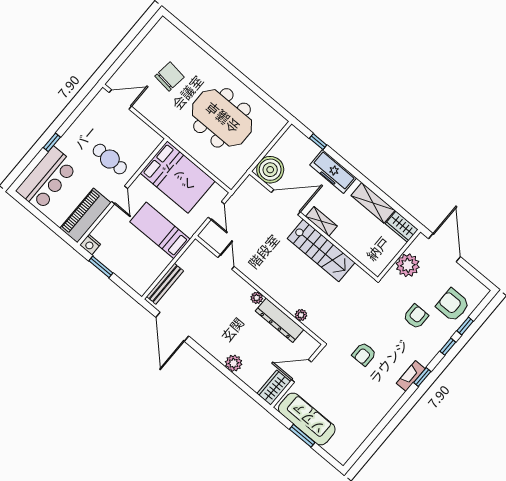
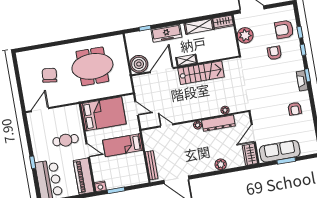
armchair: (364, 354) -> (295, 109), moved

